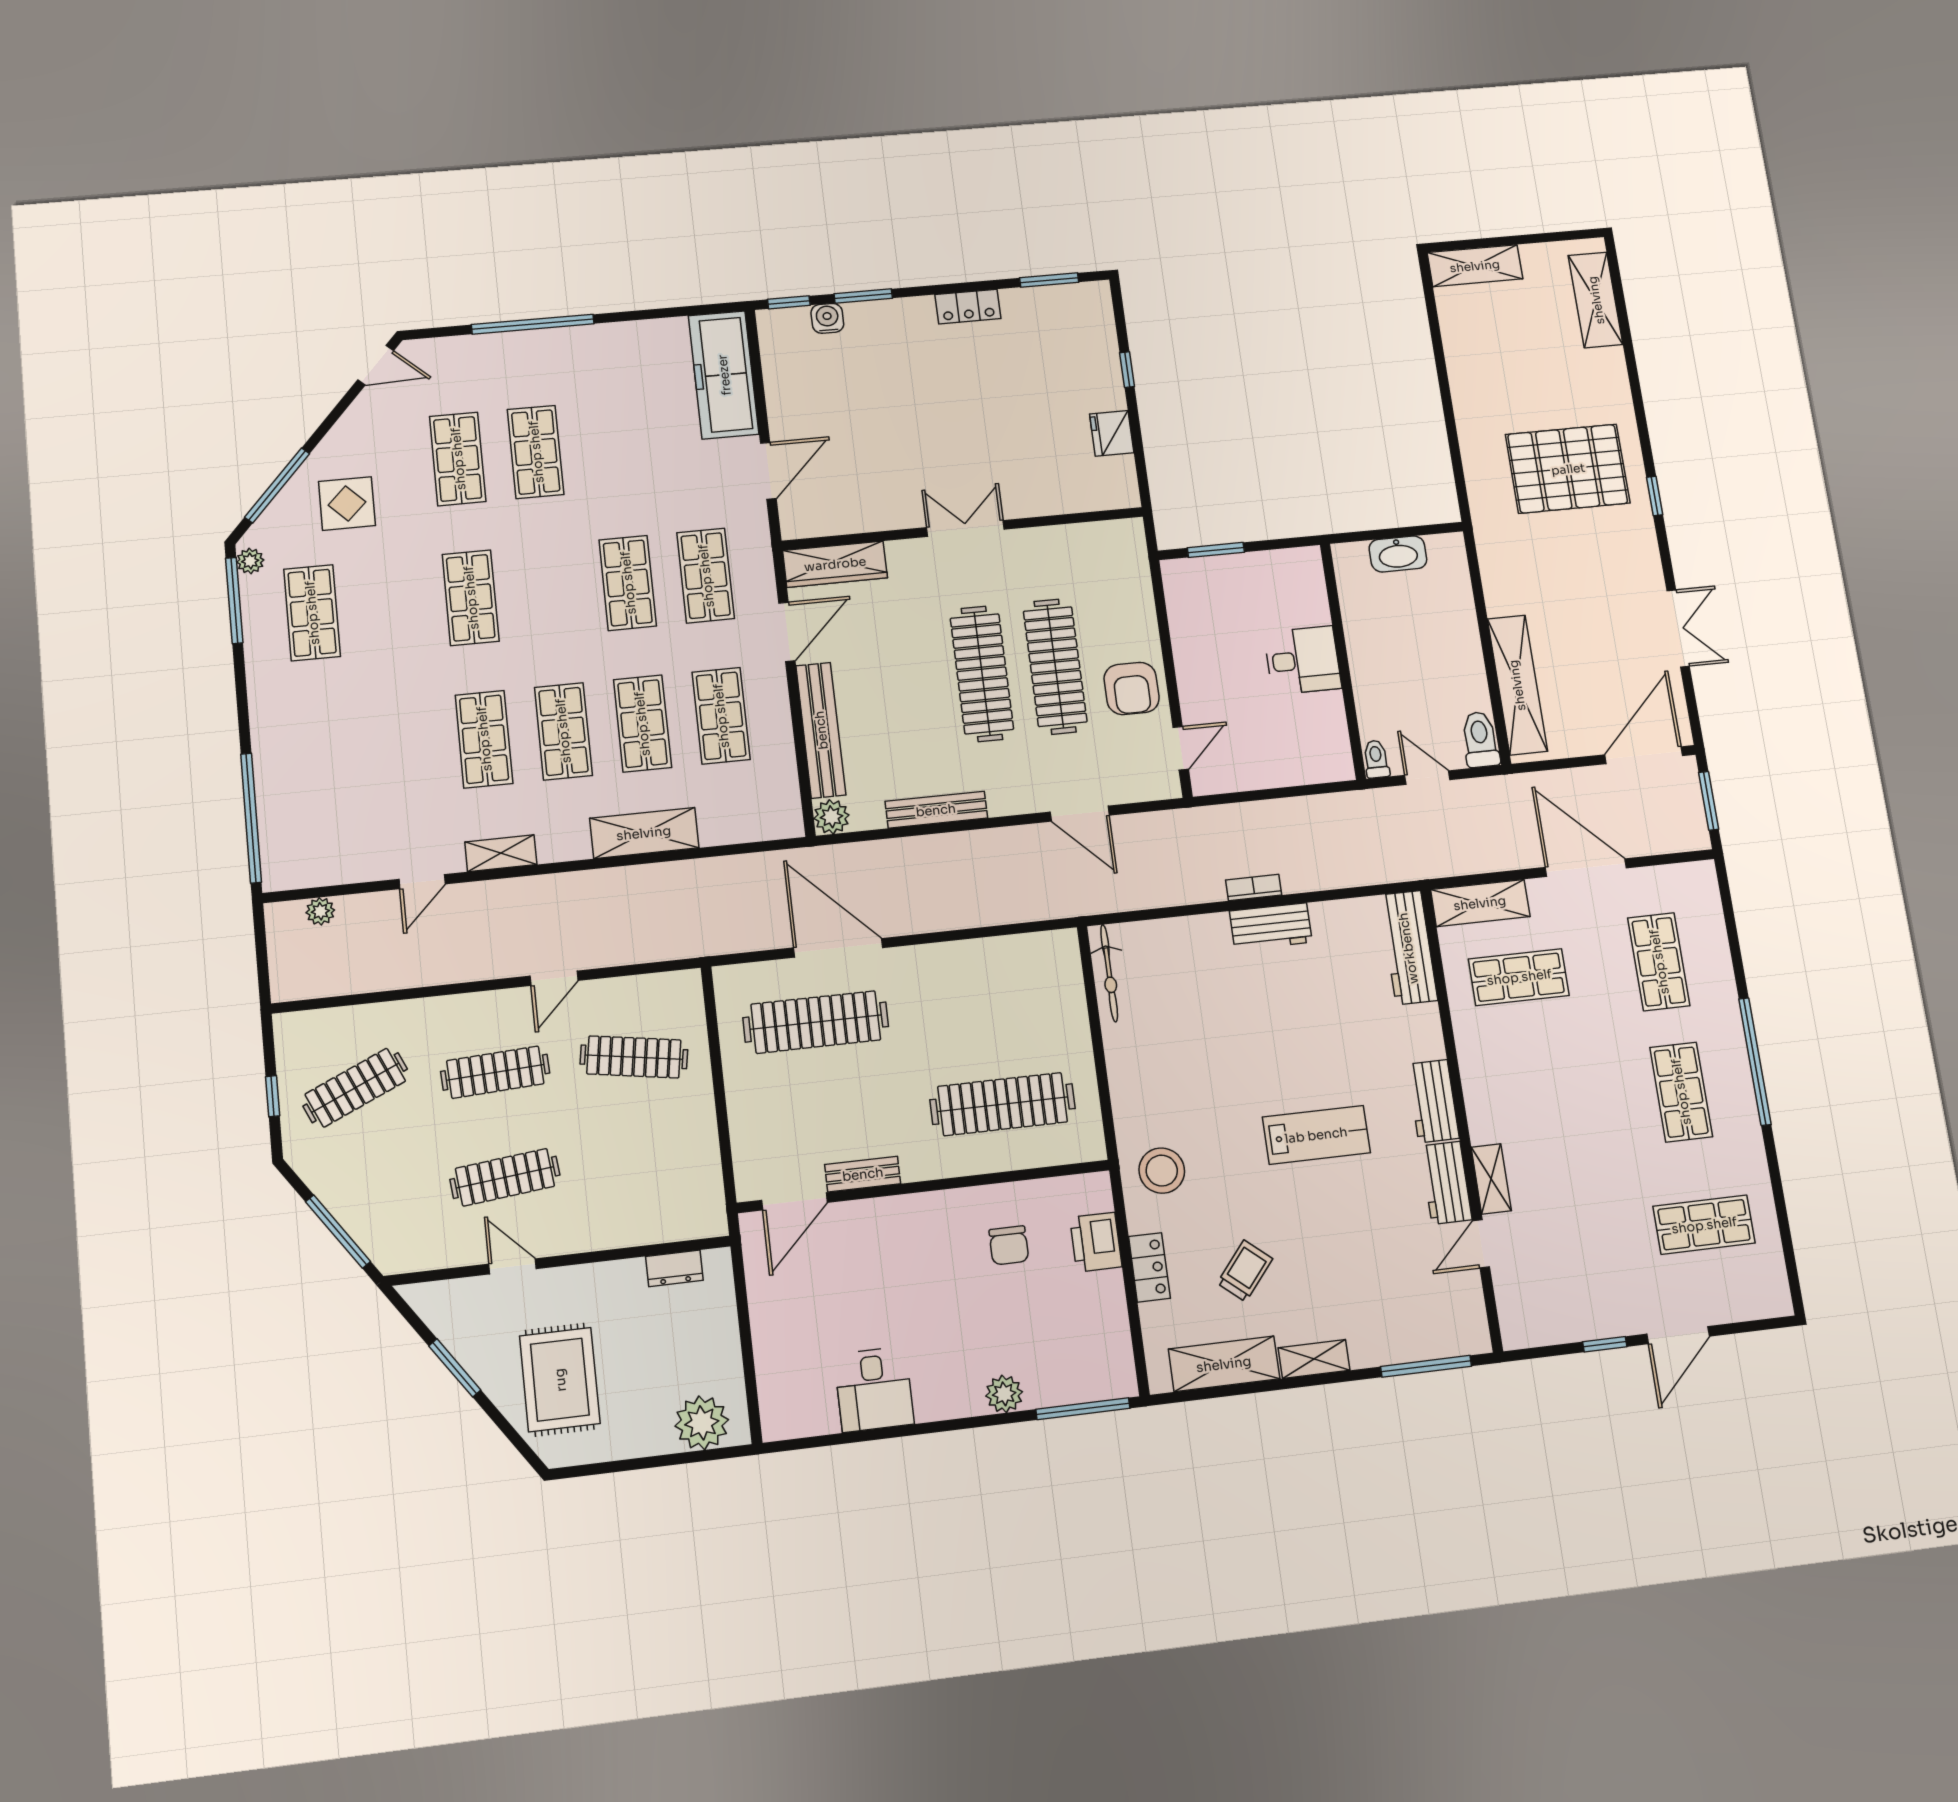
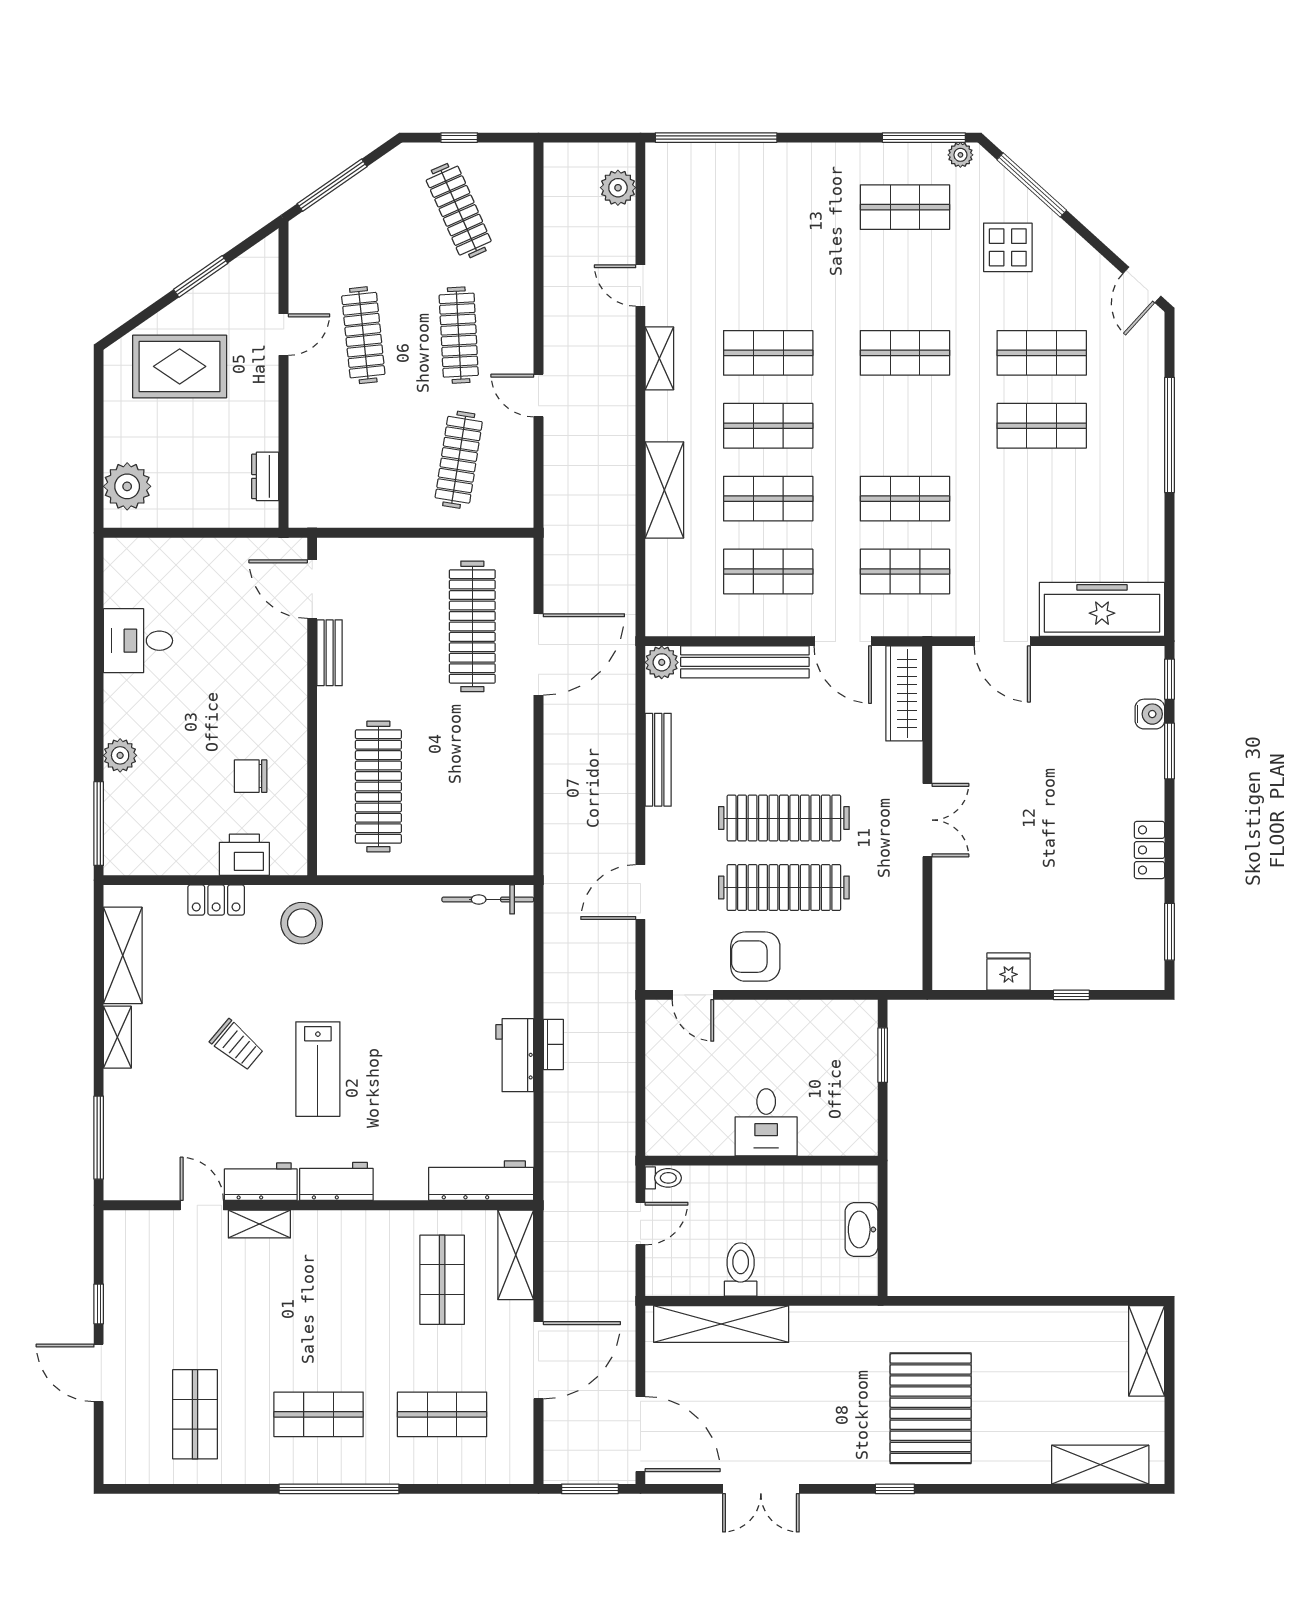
toilet: (1480, 740) -> (741, 1269), moved, turned -90
plant: (320, 911) -> (618, 188), width x1.38, depth x1.38
trolley: (1245, 1271) -> (237, 1045), moved

